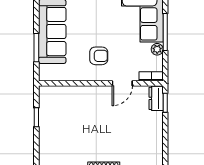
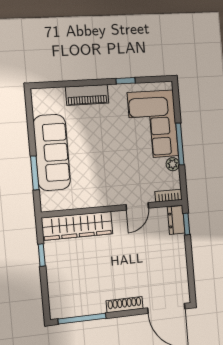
armchair: (99, 56) -> (108, 177), removed
wardrobe: (69, 95) -> (77, 226), added

